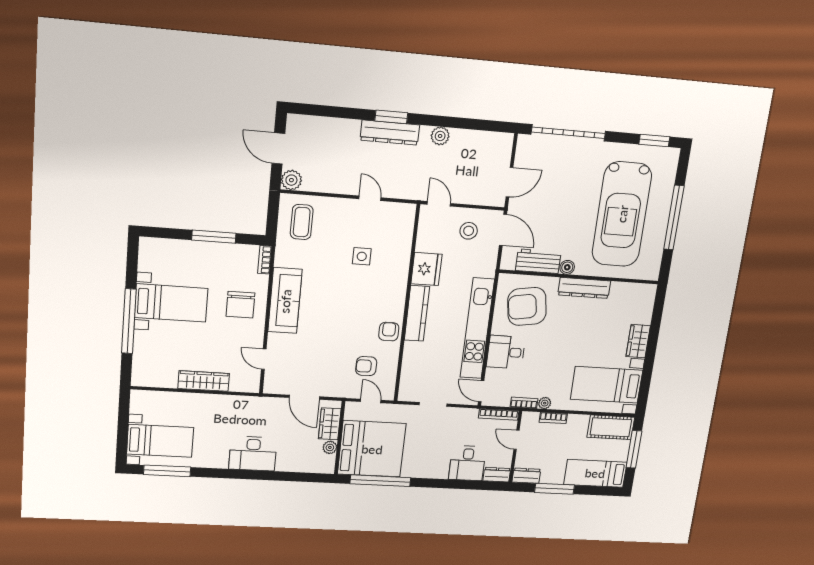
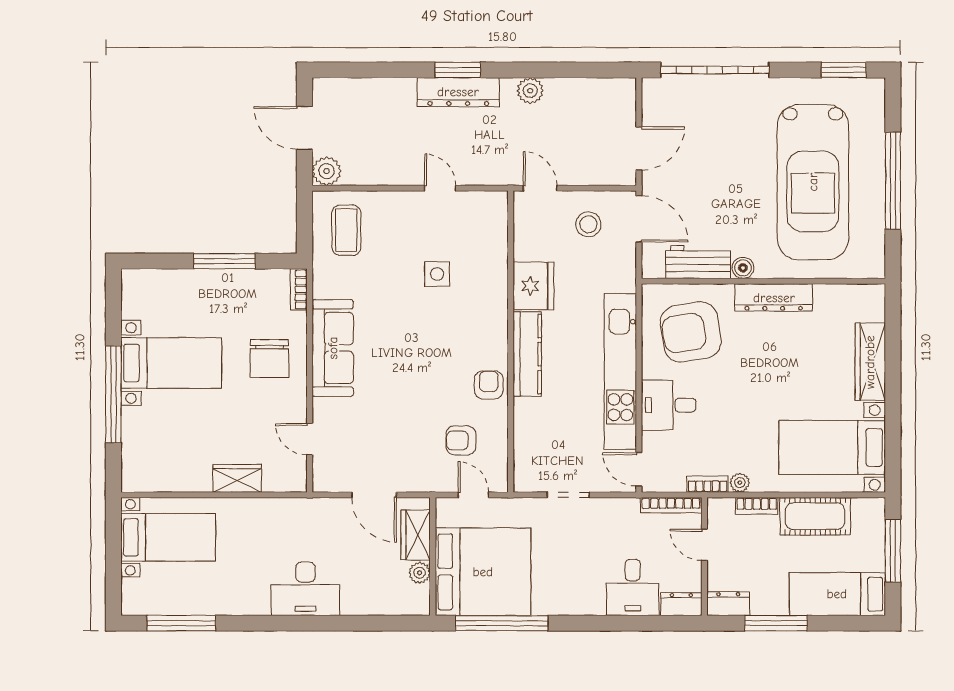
wardrobe: (638, 341) -> (870, 362), width x1.50
wardrobe: (204, 381) -> (237, 478), width x0.67
cot: (611, 427) -> (815, 516), moved
bed with nightstands: (160, 441) -> (168, 537), moved

